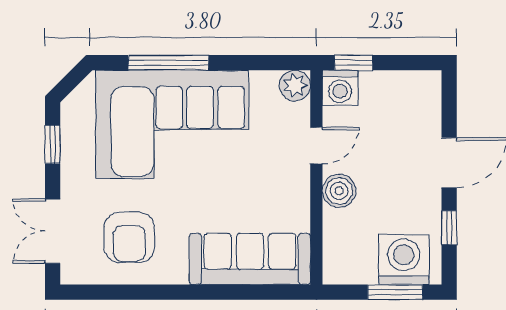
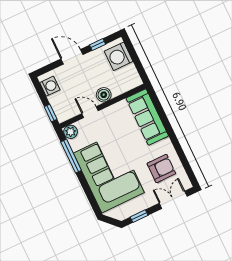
window: (168, 63) -> (71, 156), moved
washing machine: (340, 88) -> (50, 86), moved
double door: (53, 231) -> (173, 200), swing flipped
window: (395, 292) -> (133, 54), removed

